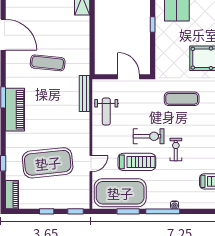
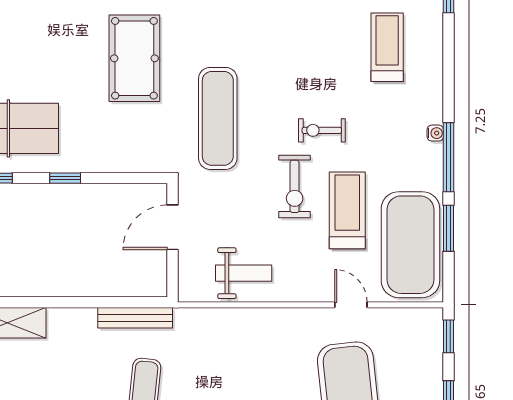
bench: (85, 94) -> (135, 318), moved
exercise mat: (182, 99) -> (218, 118), width x1.36, depth x1.45
exercise bike: (149, 136) -> (295, 186), turned 180

